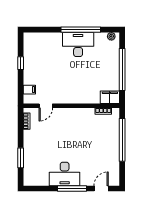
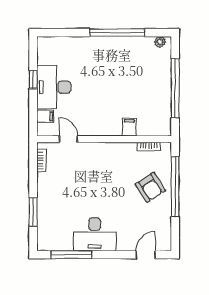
desk: (78, 44) -> (54, 87), moved, turned -90
filing cabinet: (110, 97) -> (129, 127), moved, width x0.50
door: (46, 106) -> (68, 139), swing flipped
armchair: (104, 140) -> (150, 187), added
window: (72, 189) -> (71, 255), moved

